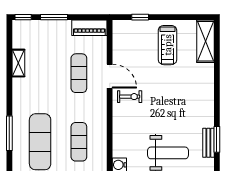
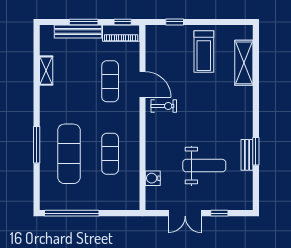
window: (23, 17) -> (123, 22), moved
bench: (49, 26) -> (78, 32), added
shelving: (205, 41) -> (244, 63), moved

